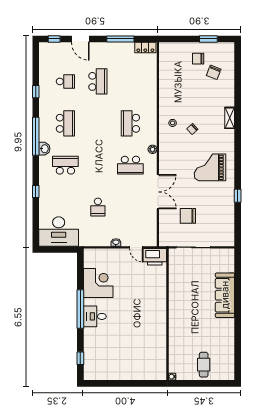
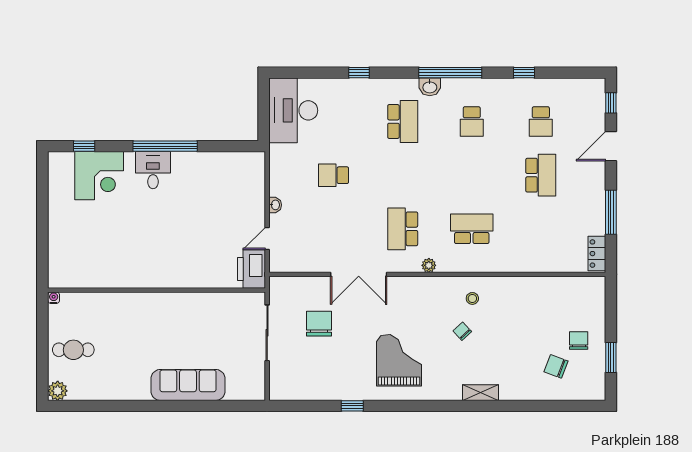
school desk: (98, 81) -> (541, 175), turned -90
school desk: (65, 123) -> (472, 122), width x0.54
corner desk: (98, 283) -> (99, 176), moved
plant: (229, 374) -> (58, 391), added

